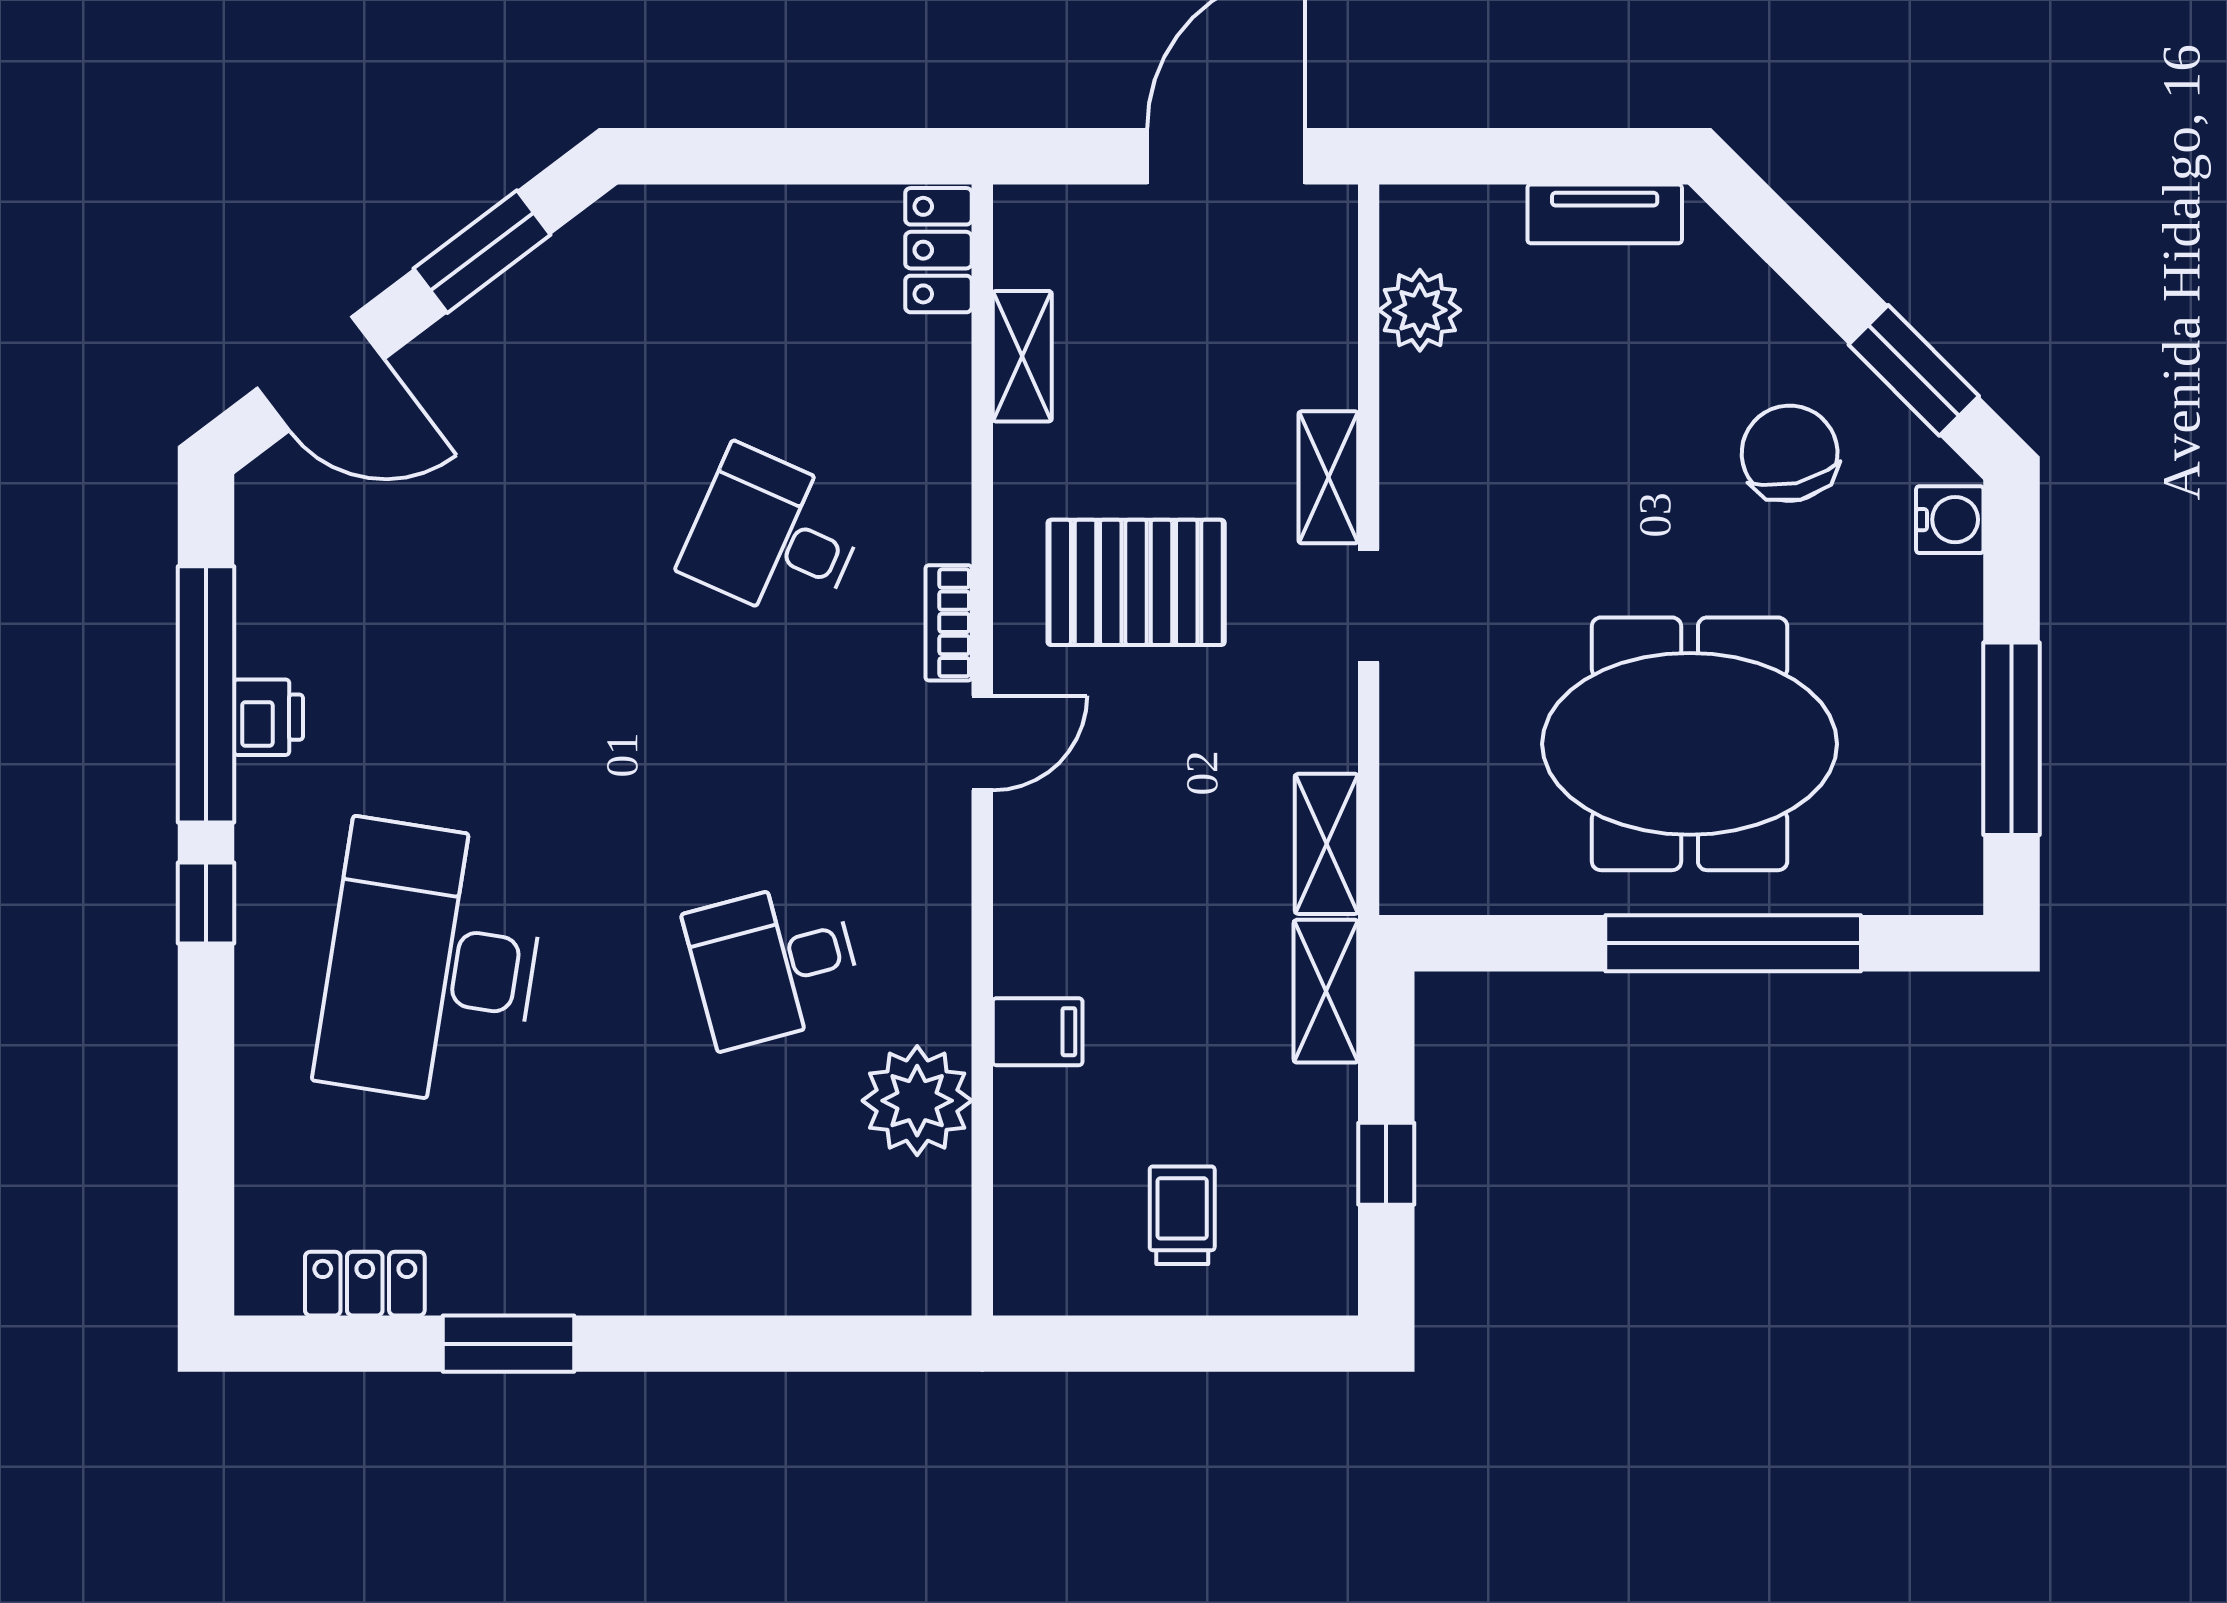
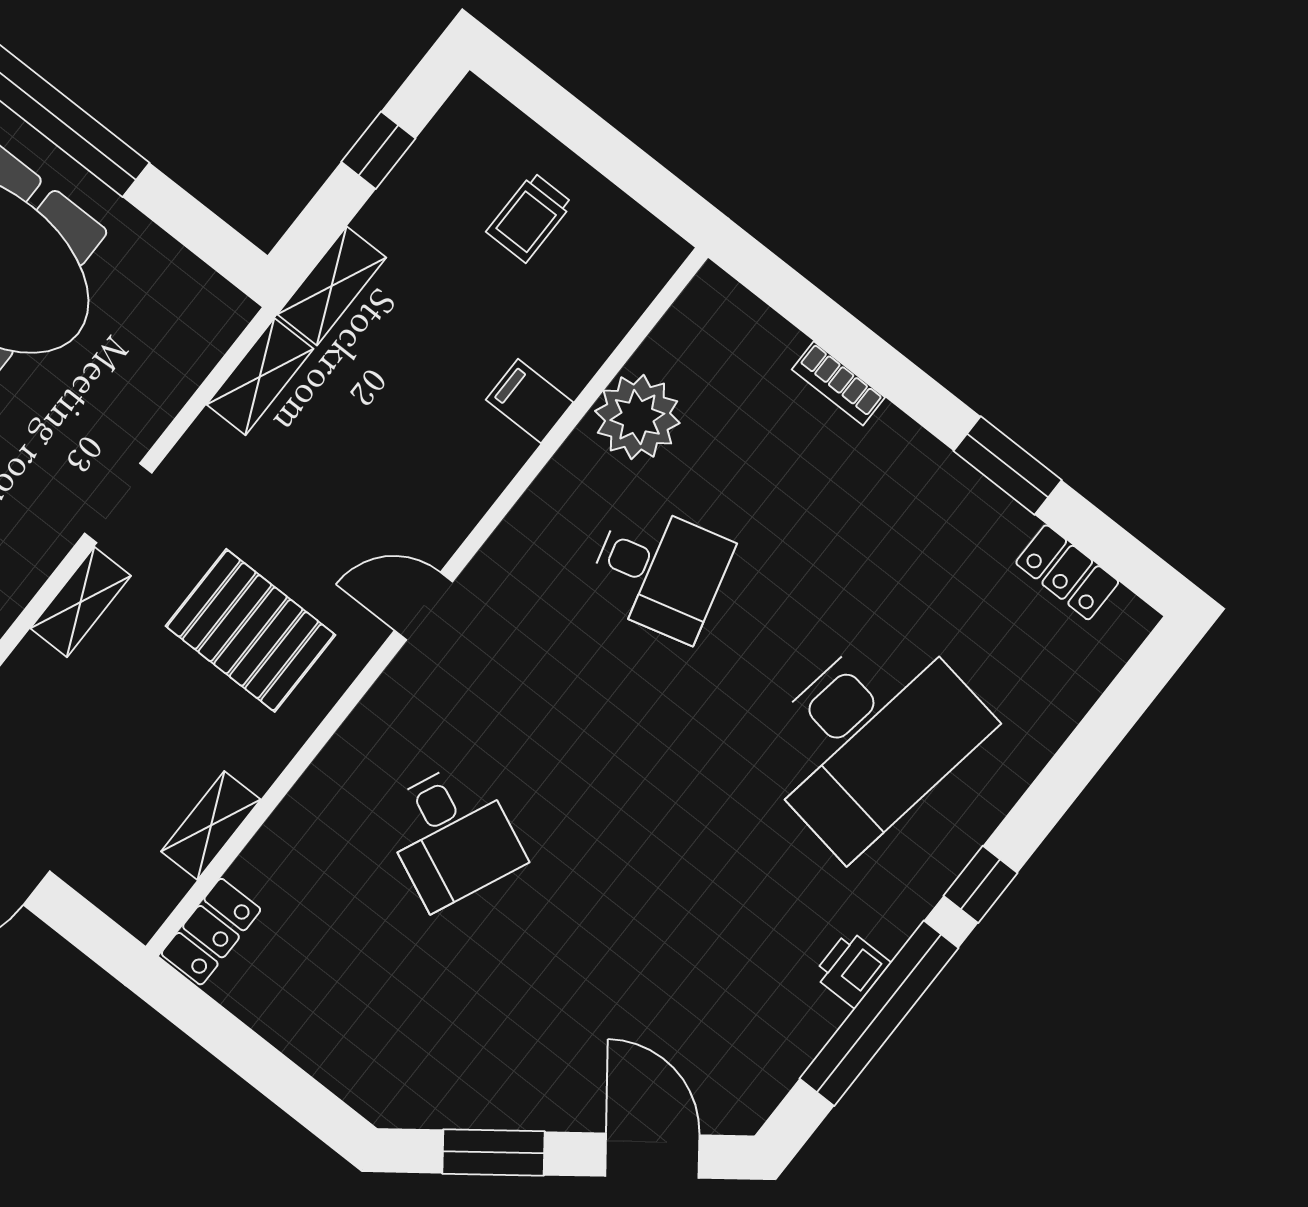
bookcase: (949, 623) -> (838, 383), moved, turned 90

